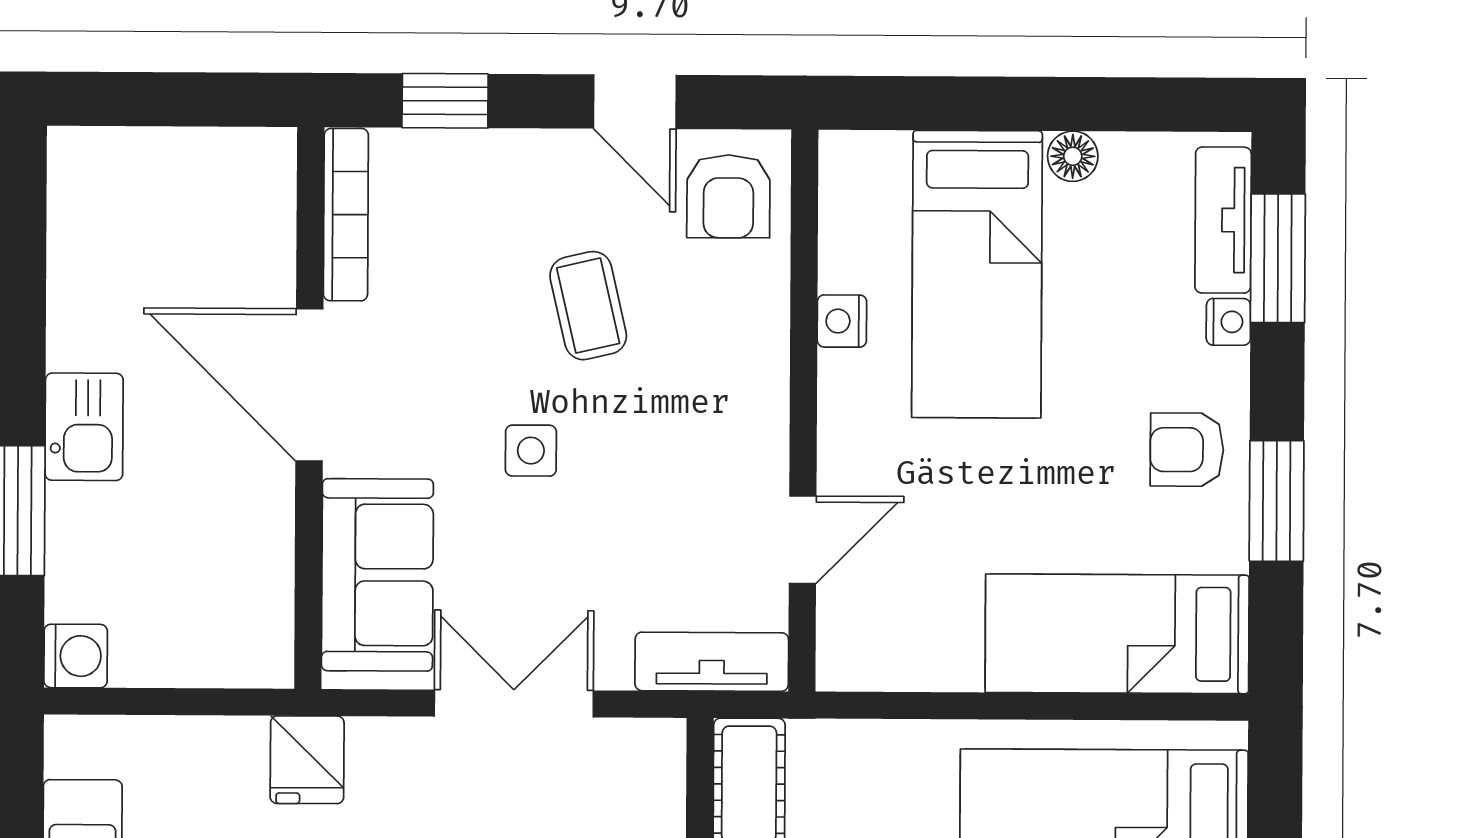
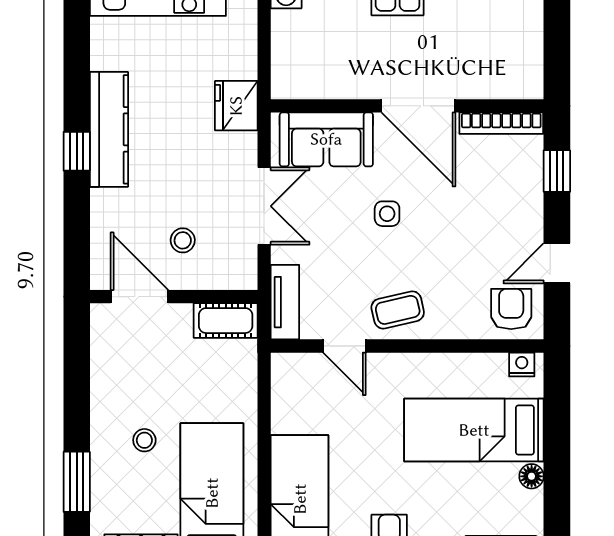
armchair: (728, 196) -> (511, 309), turned 90
coffee table: (588, 306) -> (398, 310), moved
nightstand: (842, 321) -> (522, 365), moved
door: (309, 385) -> (418, 106), swing flipped
fridge: (307, 760) -> (236, 106), width x1.38

